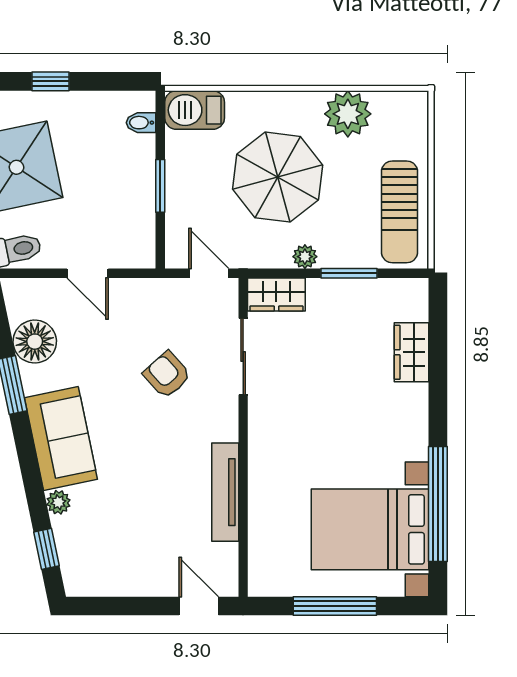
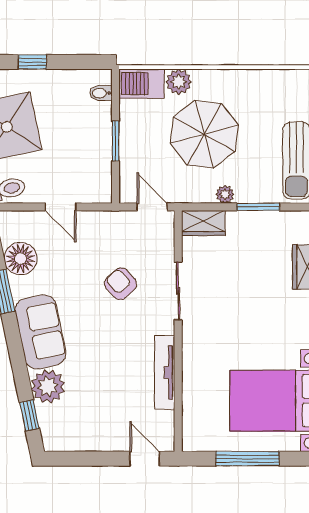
plant: (348, 114) -> (179, 82), moved, width x0.73, depth x0.73
sliding door: (243, 356) -> (178, 291), moved
plant: (58, 502) -> (48, 386), width x1.87, depth x1.87

